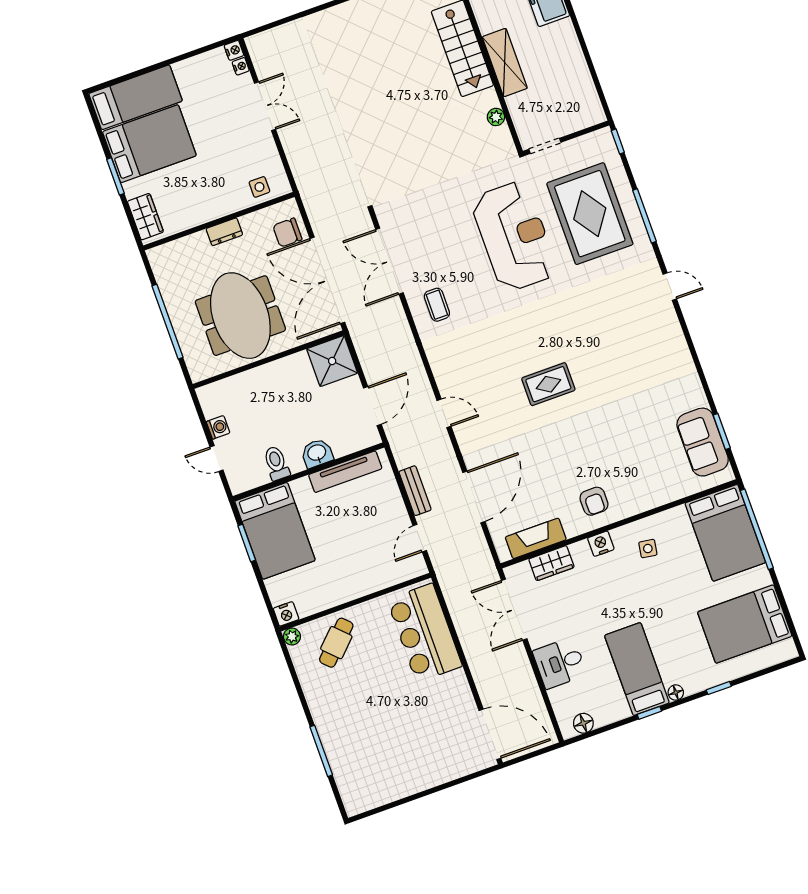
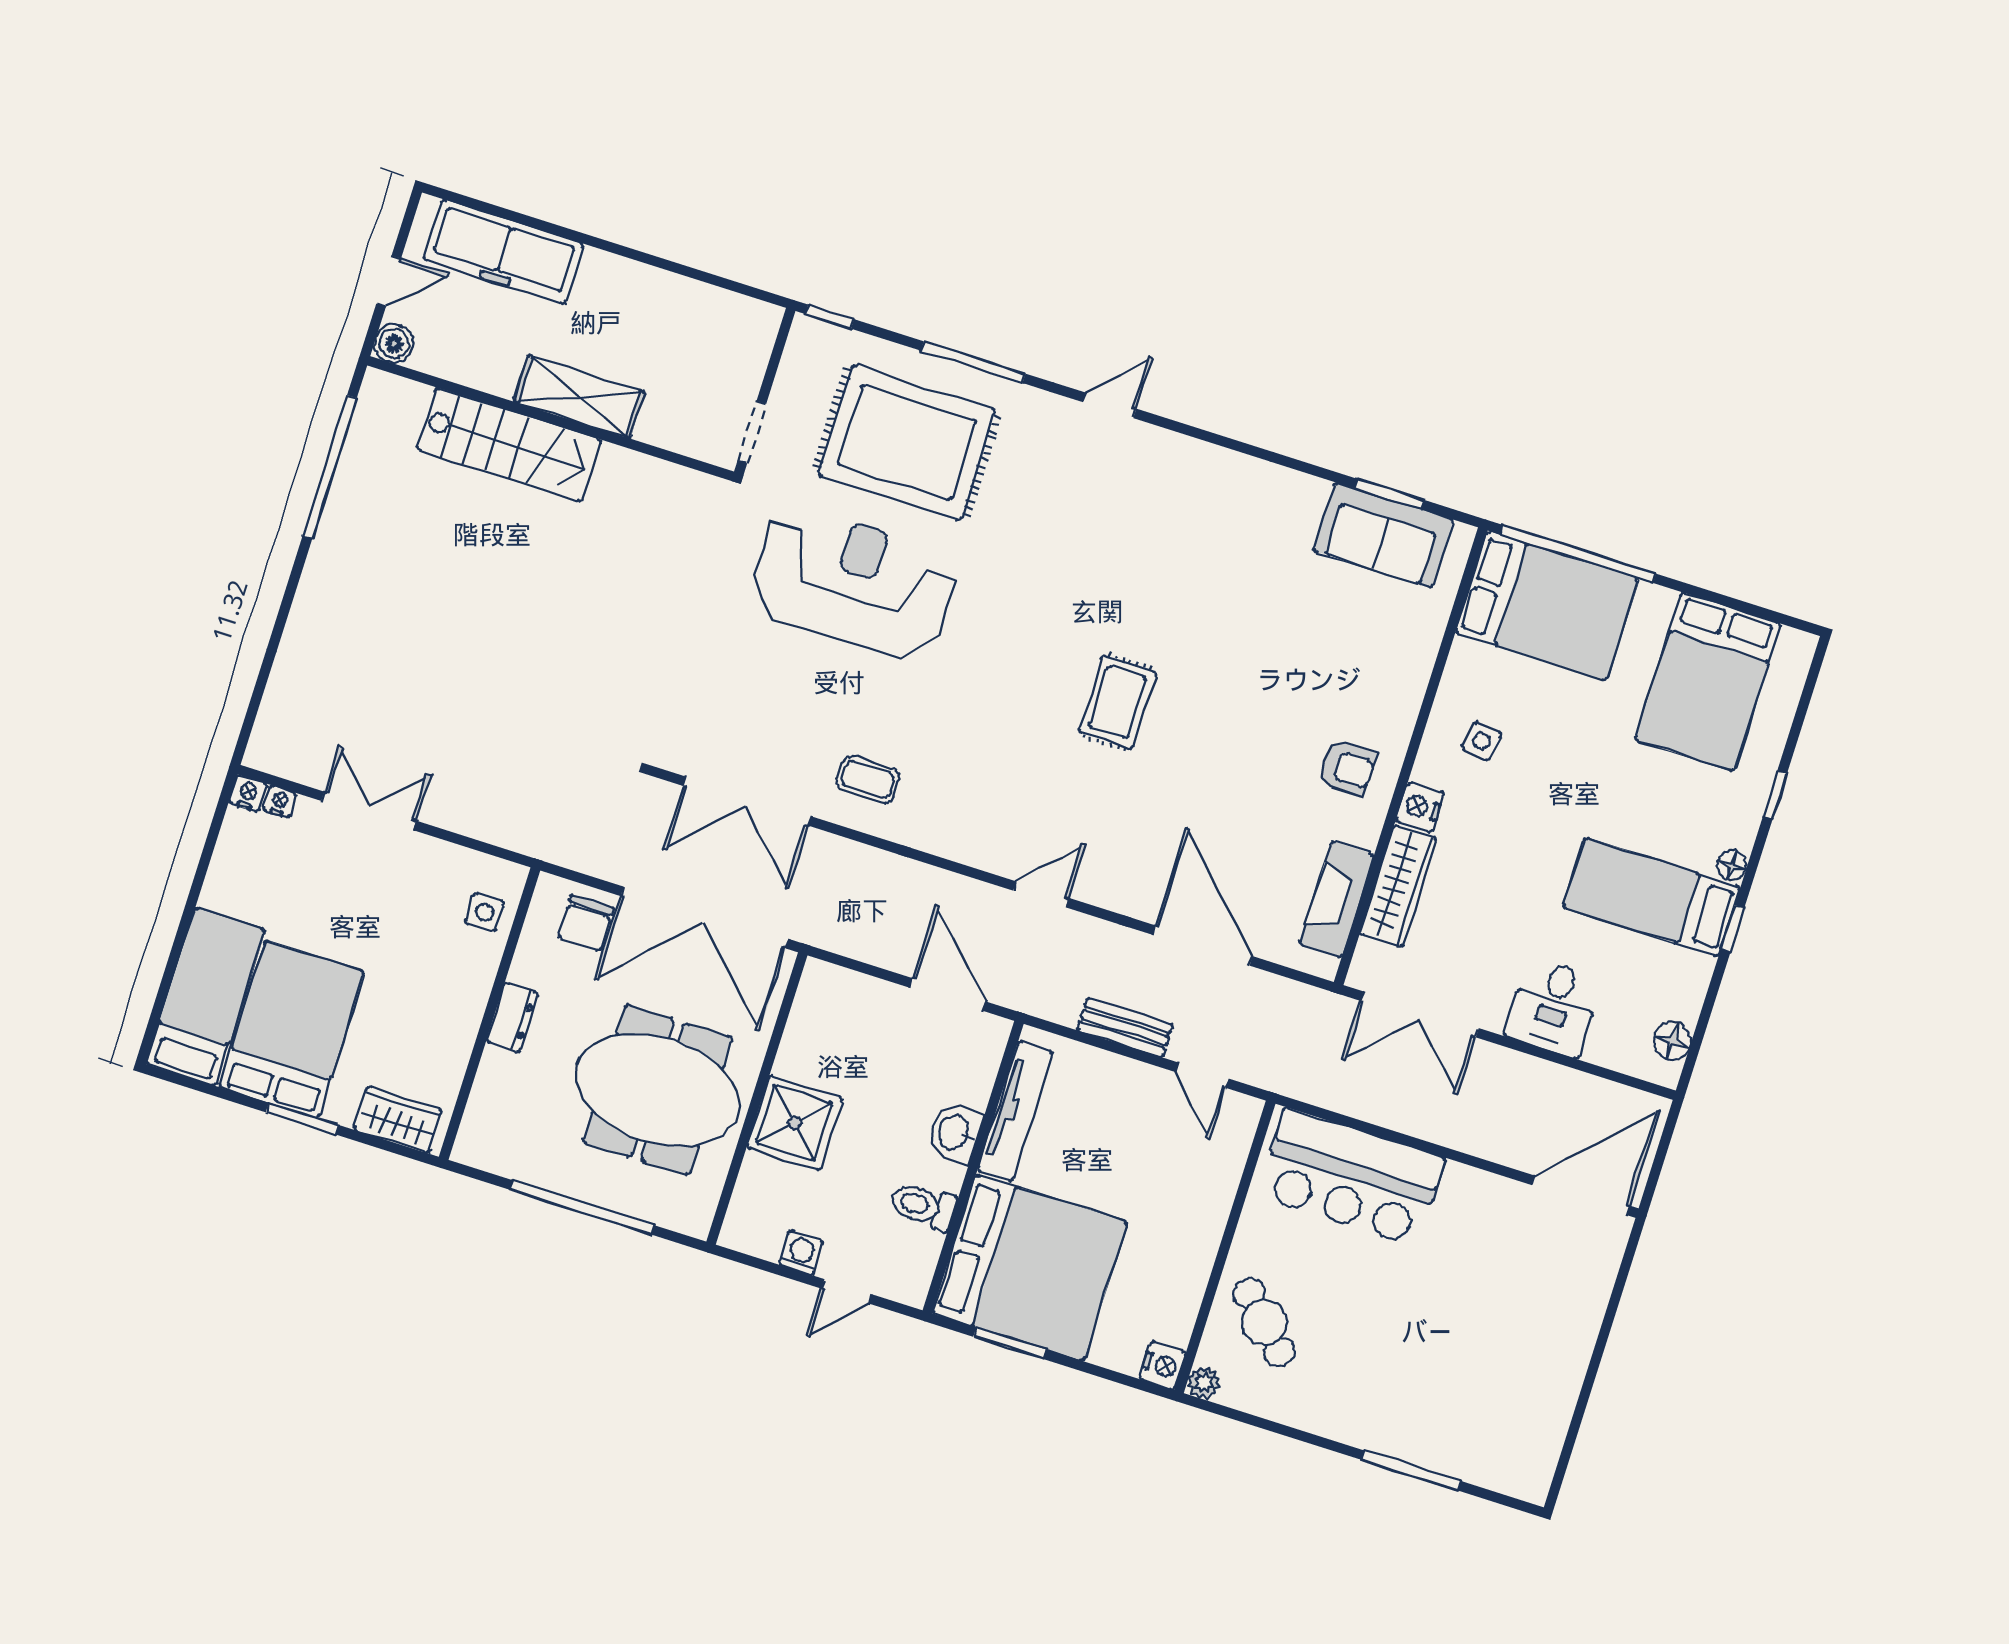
plant: (496, 117) -> (652, 473), removed
shower: (332, 361) -> (795, 1123), moved
bed: (275, 531) -> (1030, 1268), width x1.36
wardrobe: (551, 563) -> (1398, 886), width x1.50

